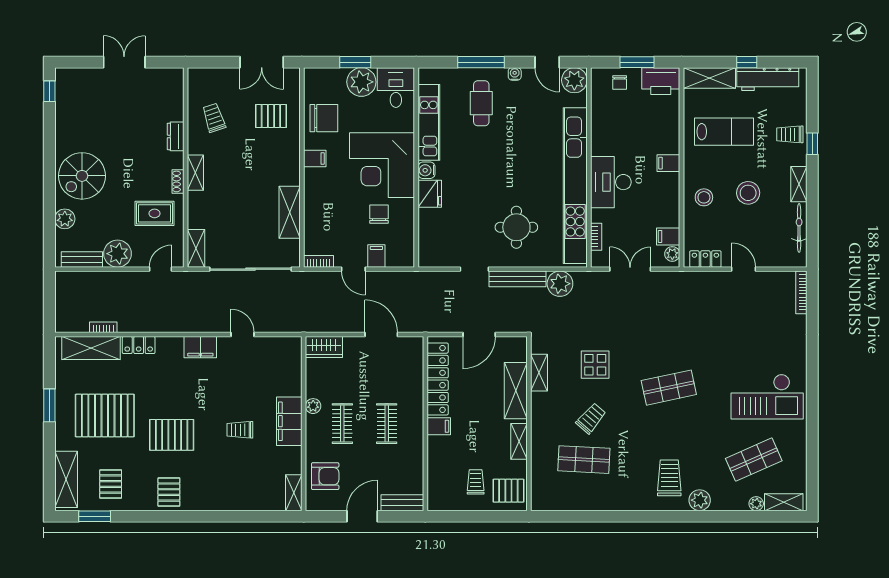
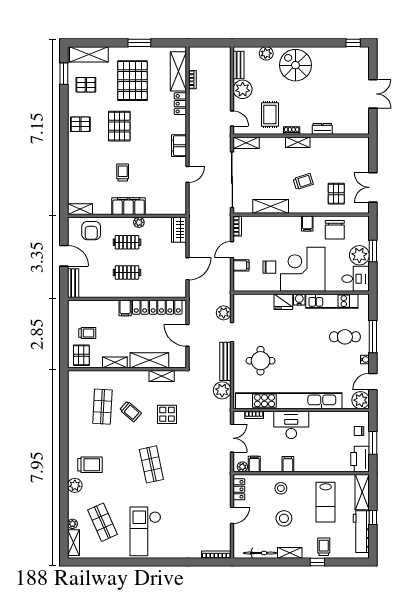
trolley: (214, 118) -> (303, 182), moved
filing cabinet: (668, 163) -> (288, 464), moved
plant: (446, 282) -> (224, 313), added

